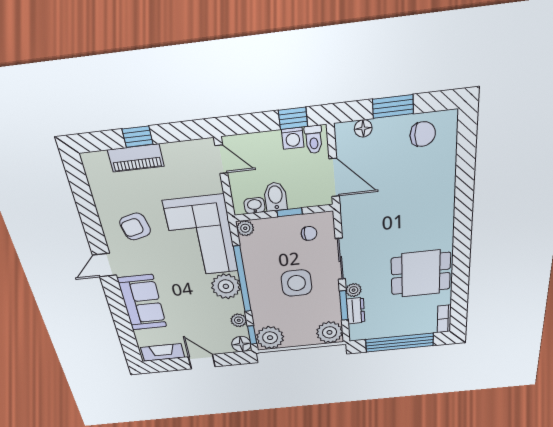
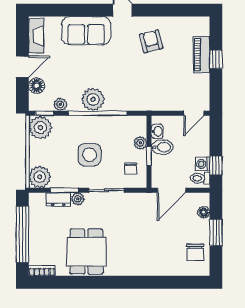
plant: (245, 228) -> (140, 143), moved
corner sofa: (201, 237) -> (137, 88), removed
floor lamp: (241, 344) -> (37, 86), moved

